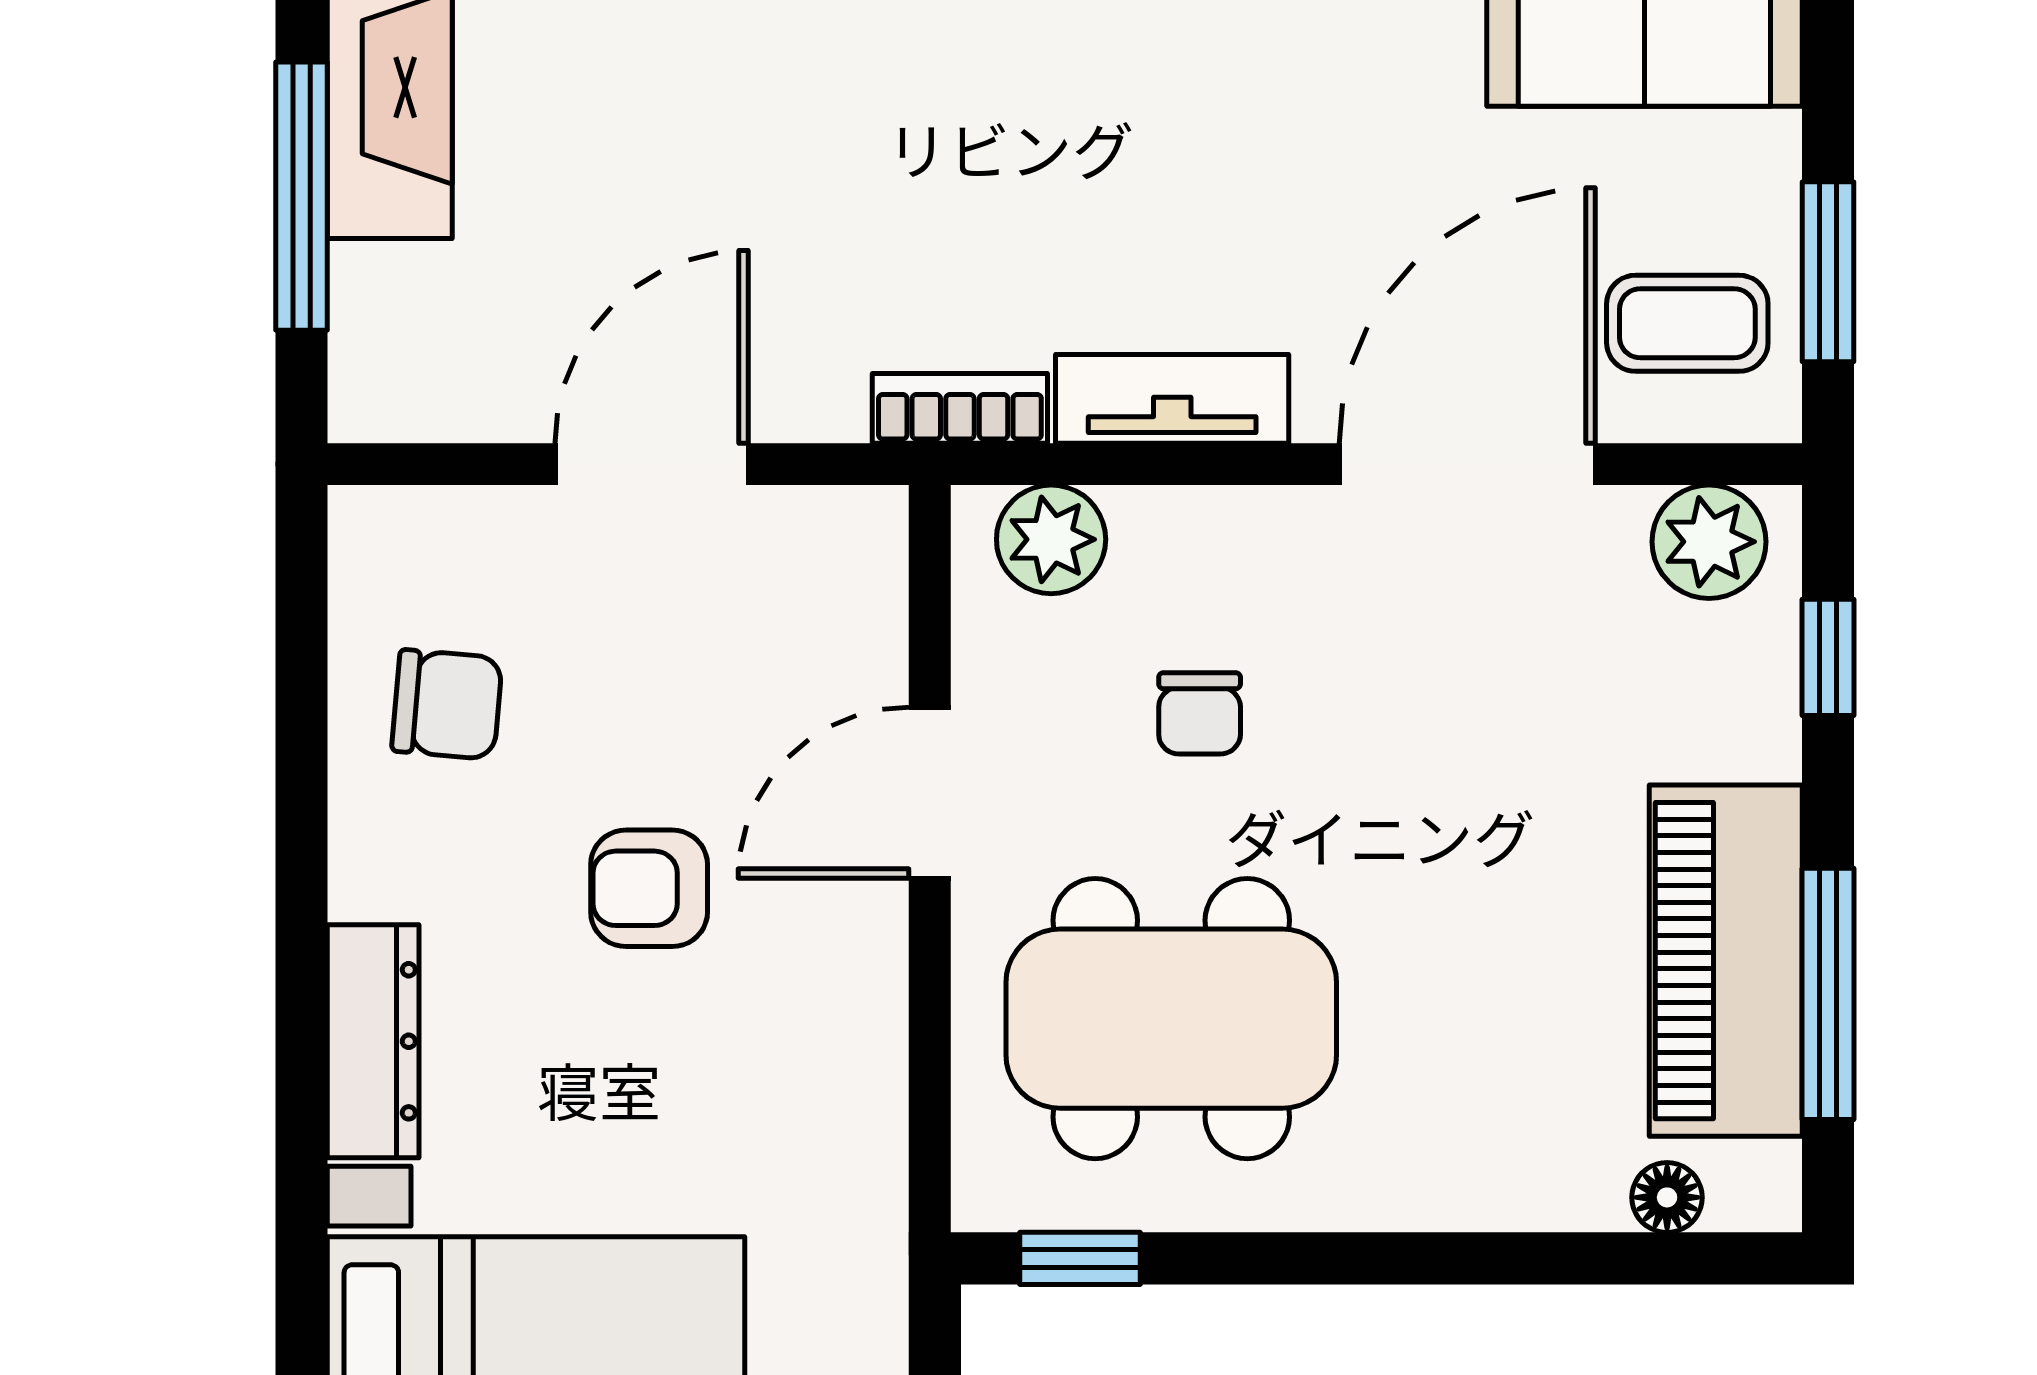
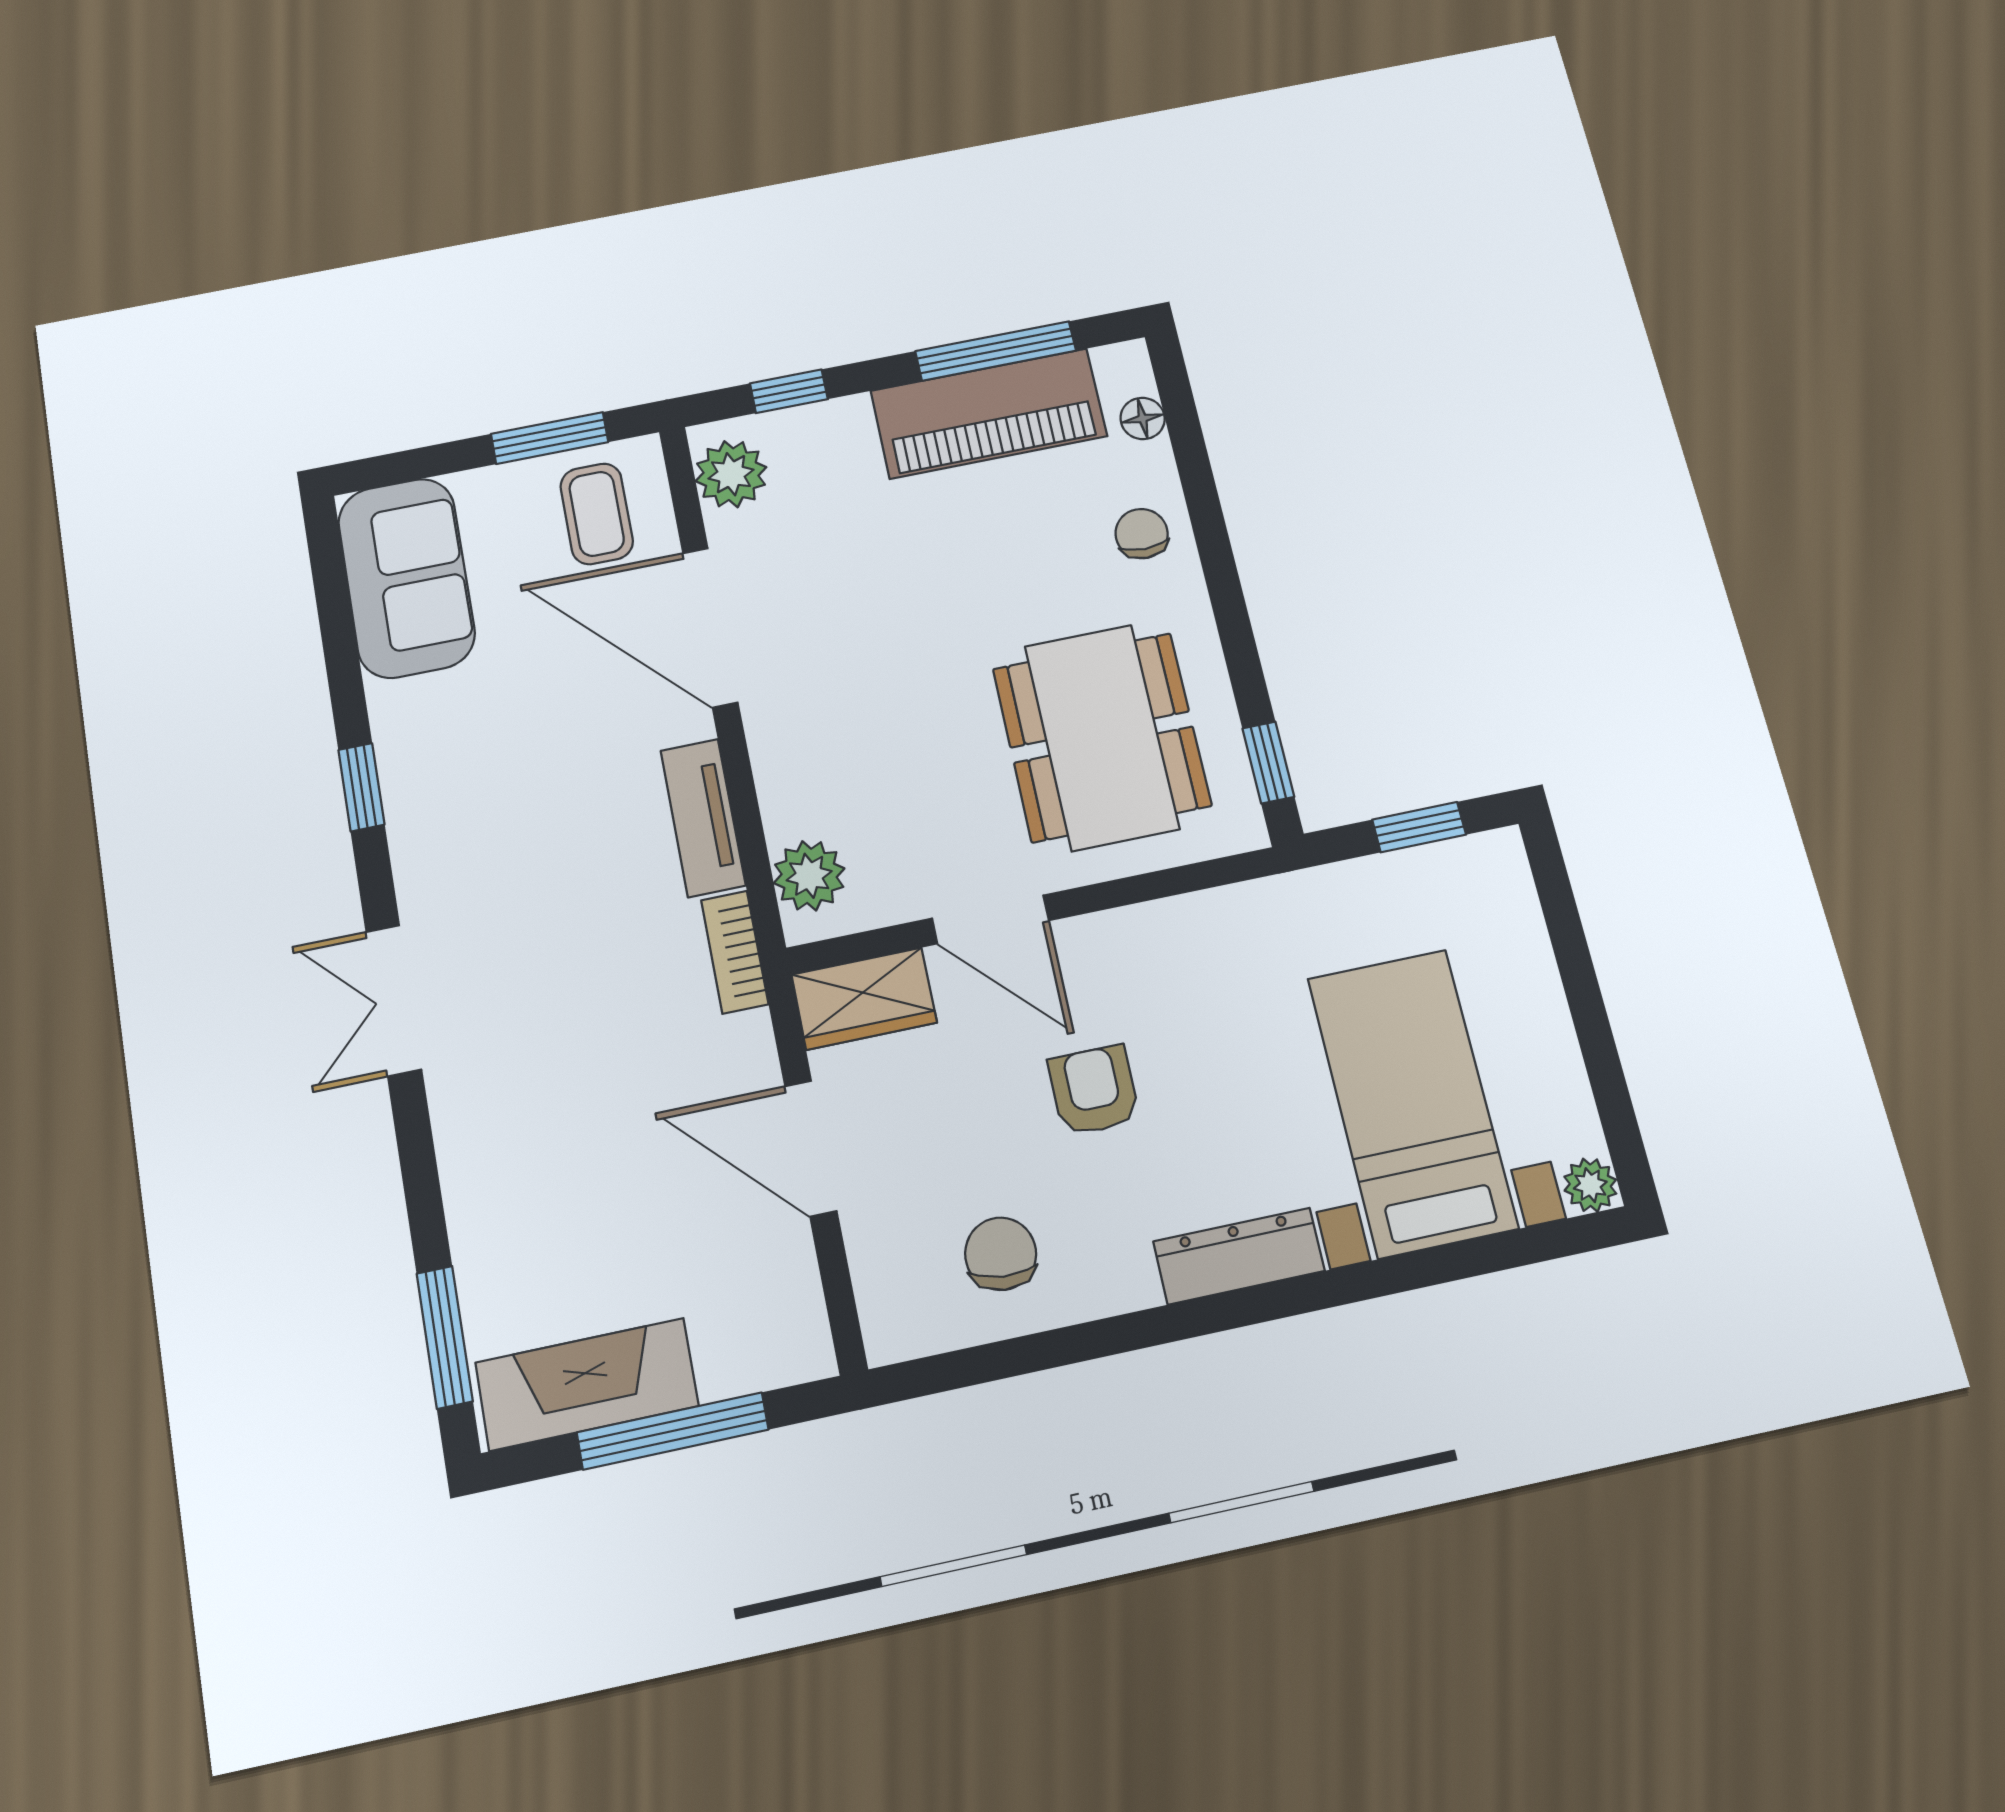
wardrobe: (852, 584) -> (864, 999), added
chair: (1200, 713) -> (1142, 534), moved, turned -90
armchair: (649, 888) -> (1094, 1090), turned 180

